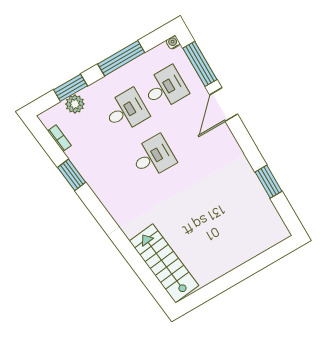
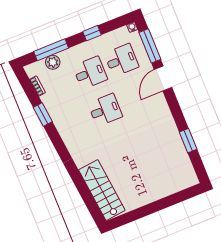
window: (121, 58) -> (92, 33), width x0.46
window: (70, 88) -> (51, 50), width x1.44

